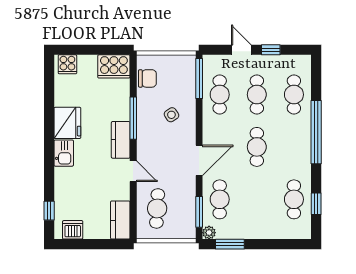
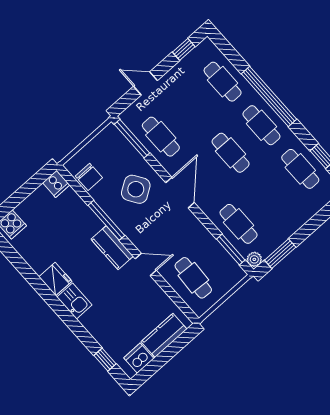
window: (271, 50) -> (184, 49), moved
cooker: (114, 66) -> (56, 184), width x0.53, depth x0.76
chair: (147, 78) -> (89, 177), turned 90
cafe table: (257, 95) -> (261, 125), moved
side table: (171, 115) -> (136, 189), width x1.87, depth x1.87
fridge: (67, 123) -> (55, 279), width x0.73, depth x0.75
door: (199, 160) -> (180, 193), moved
kitchen counter: (120, 220) -> (164, 335), moved, turned 90

